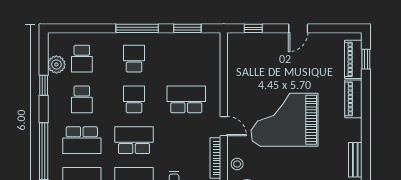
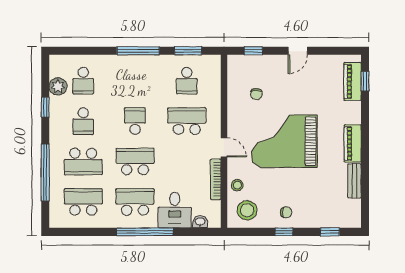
school desk: (134, 59) -> (187, 81), moved, turned 180
chair: (256, 72) -> (256, 94), added
piano: (353, 99) -> (353, 144), moved

